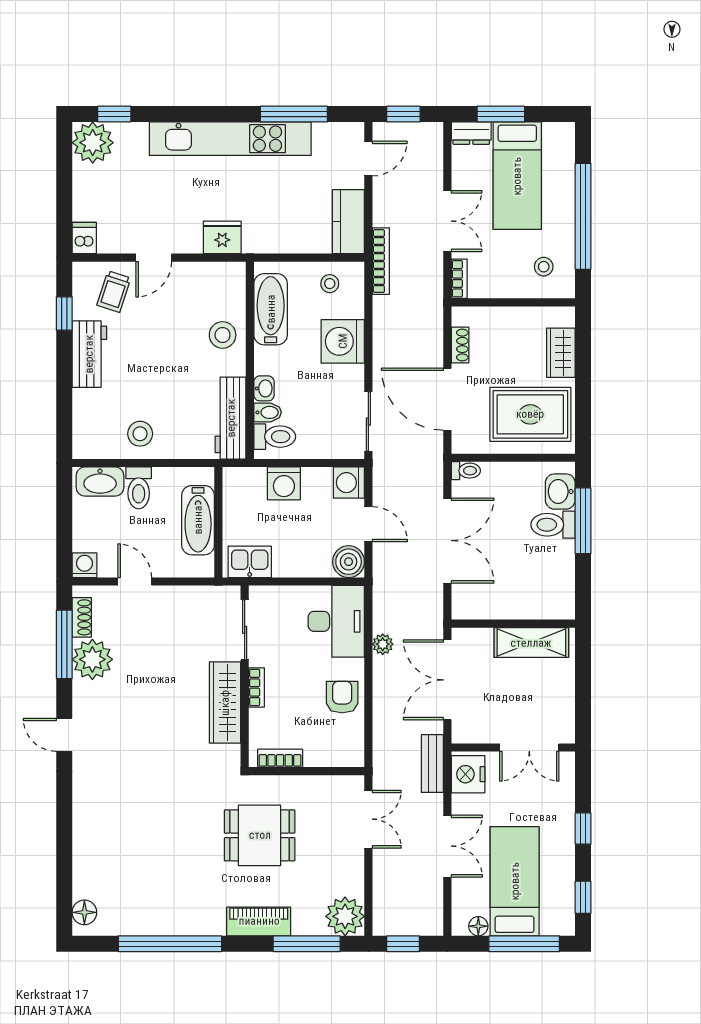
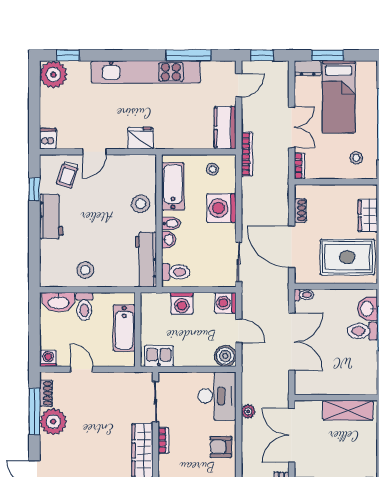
bidet: (268, 412) -> (171, 223), moved
armchair: (342, 697) -> (221, 447), turned -90

